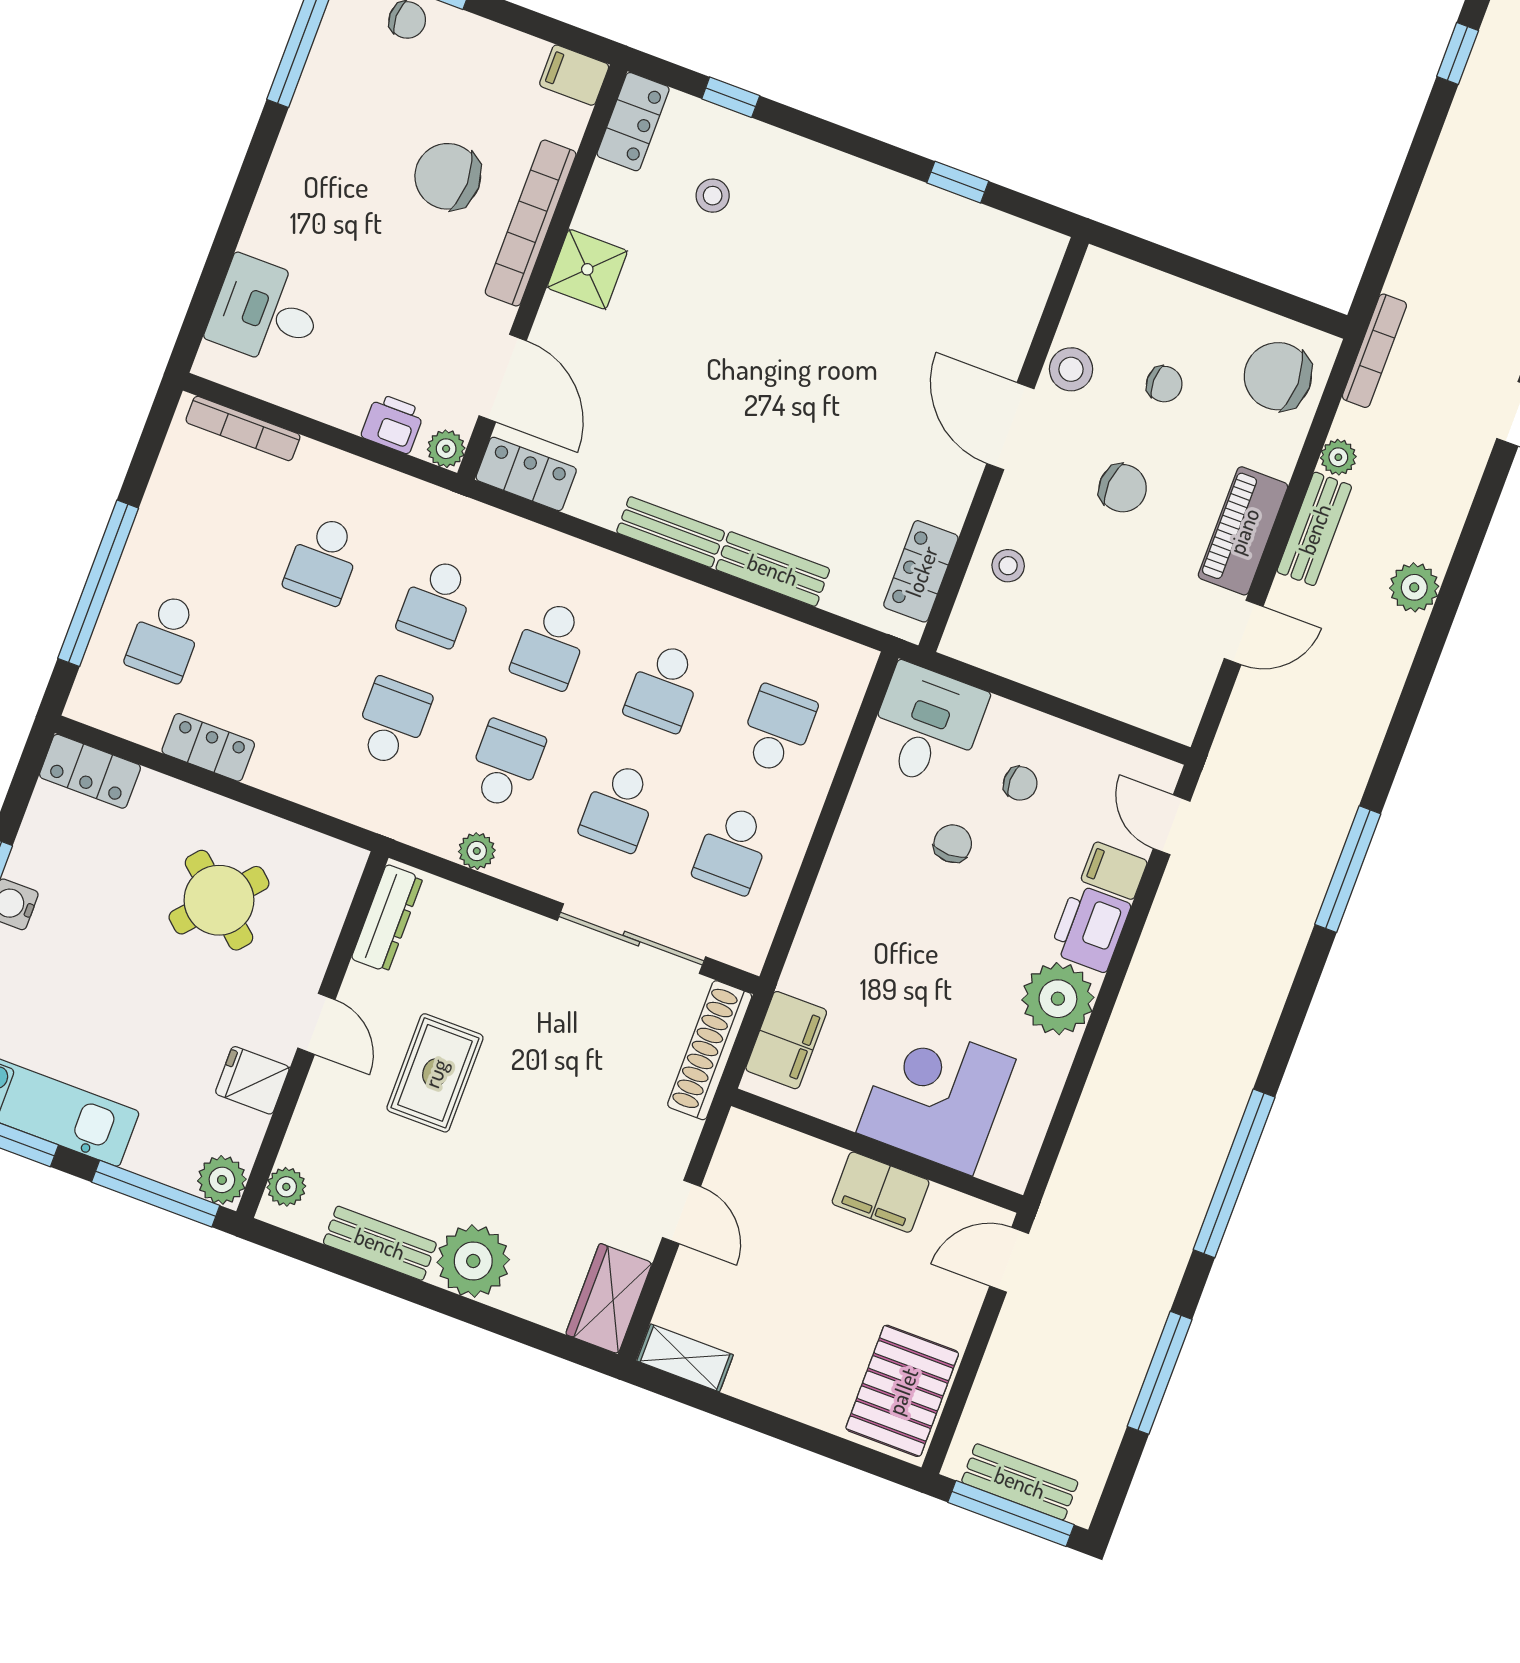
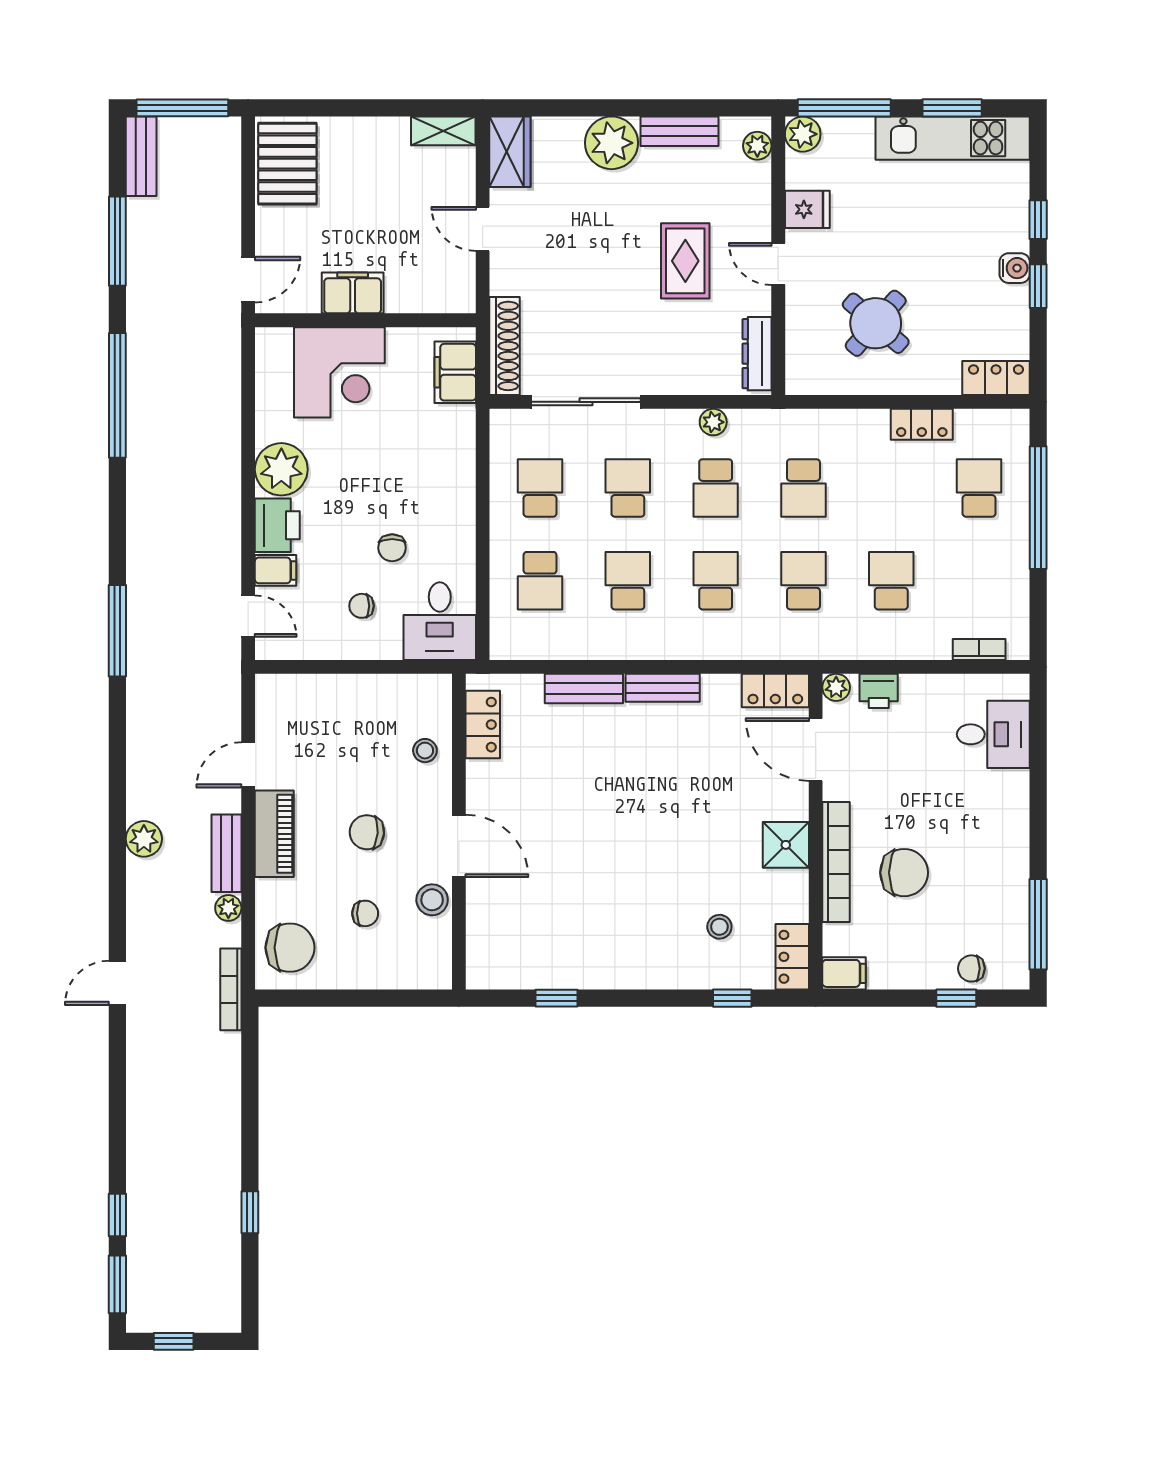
chair: (1164, 384) -> (365, 913), turned 180
bookcase: (243, 428) -> (979, 650), width x0.64
bench: (1020, 1482) -> (141, 156), moved, turned 90

